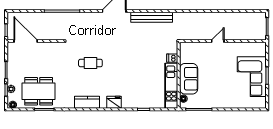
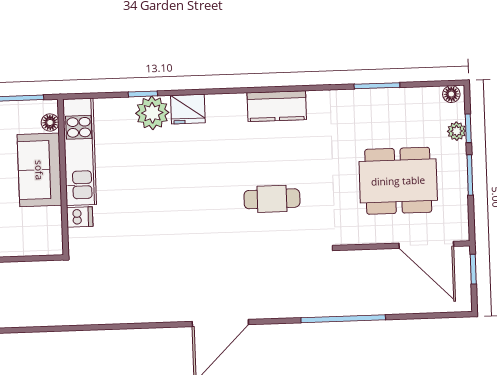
bench: (152, 17) -> (132, 311), removed
dining table: (39, 91) -> (398, 181), moved
plant: (140, 101) -> (152, 113), added
fridge: (114, 102) -> (188, 109), moved

